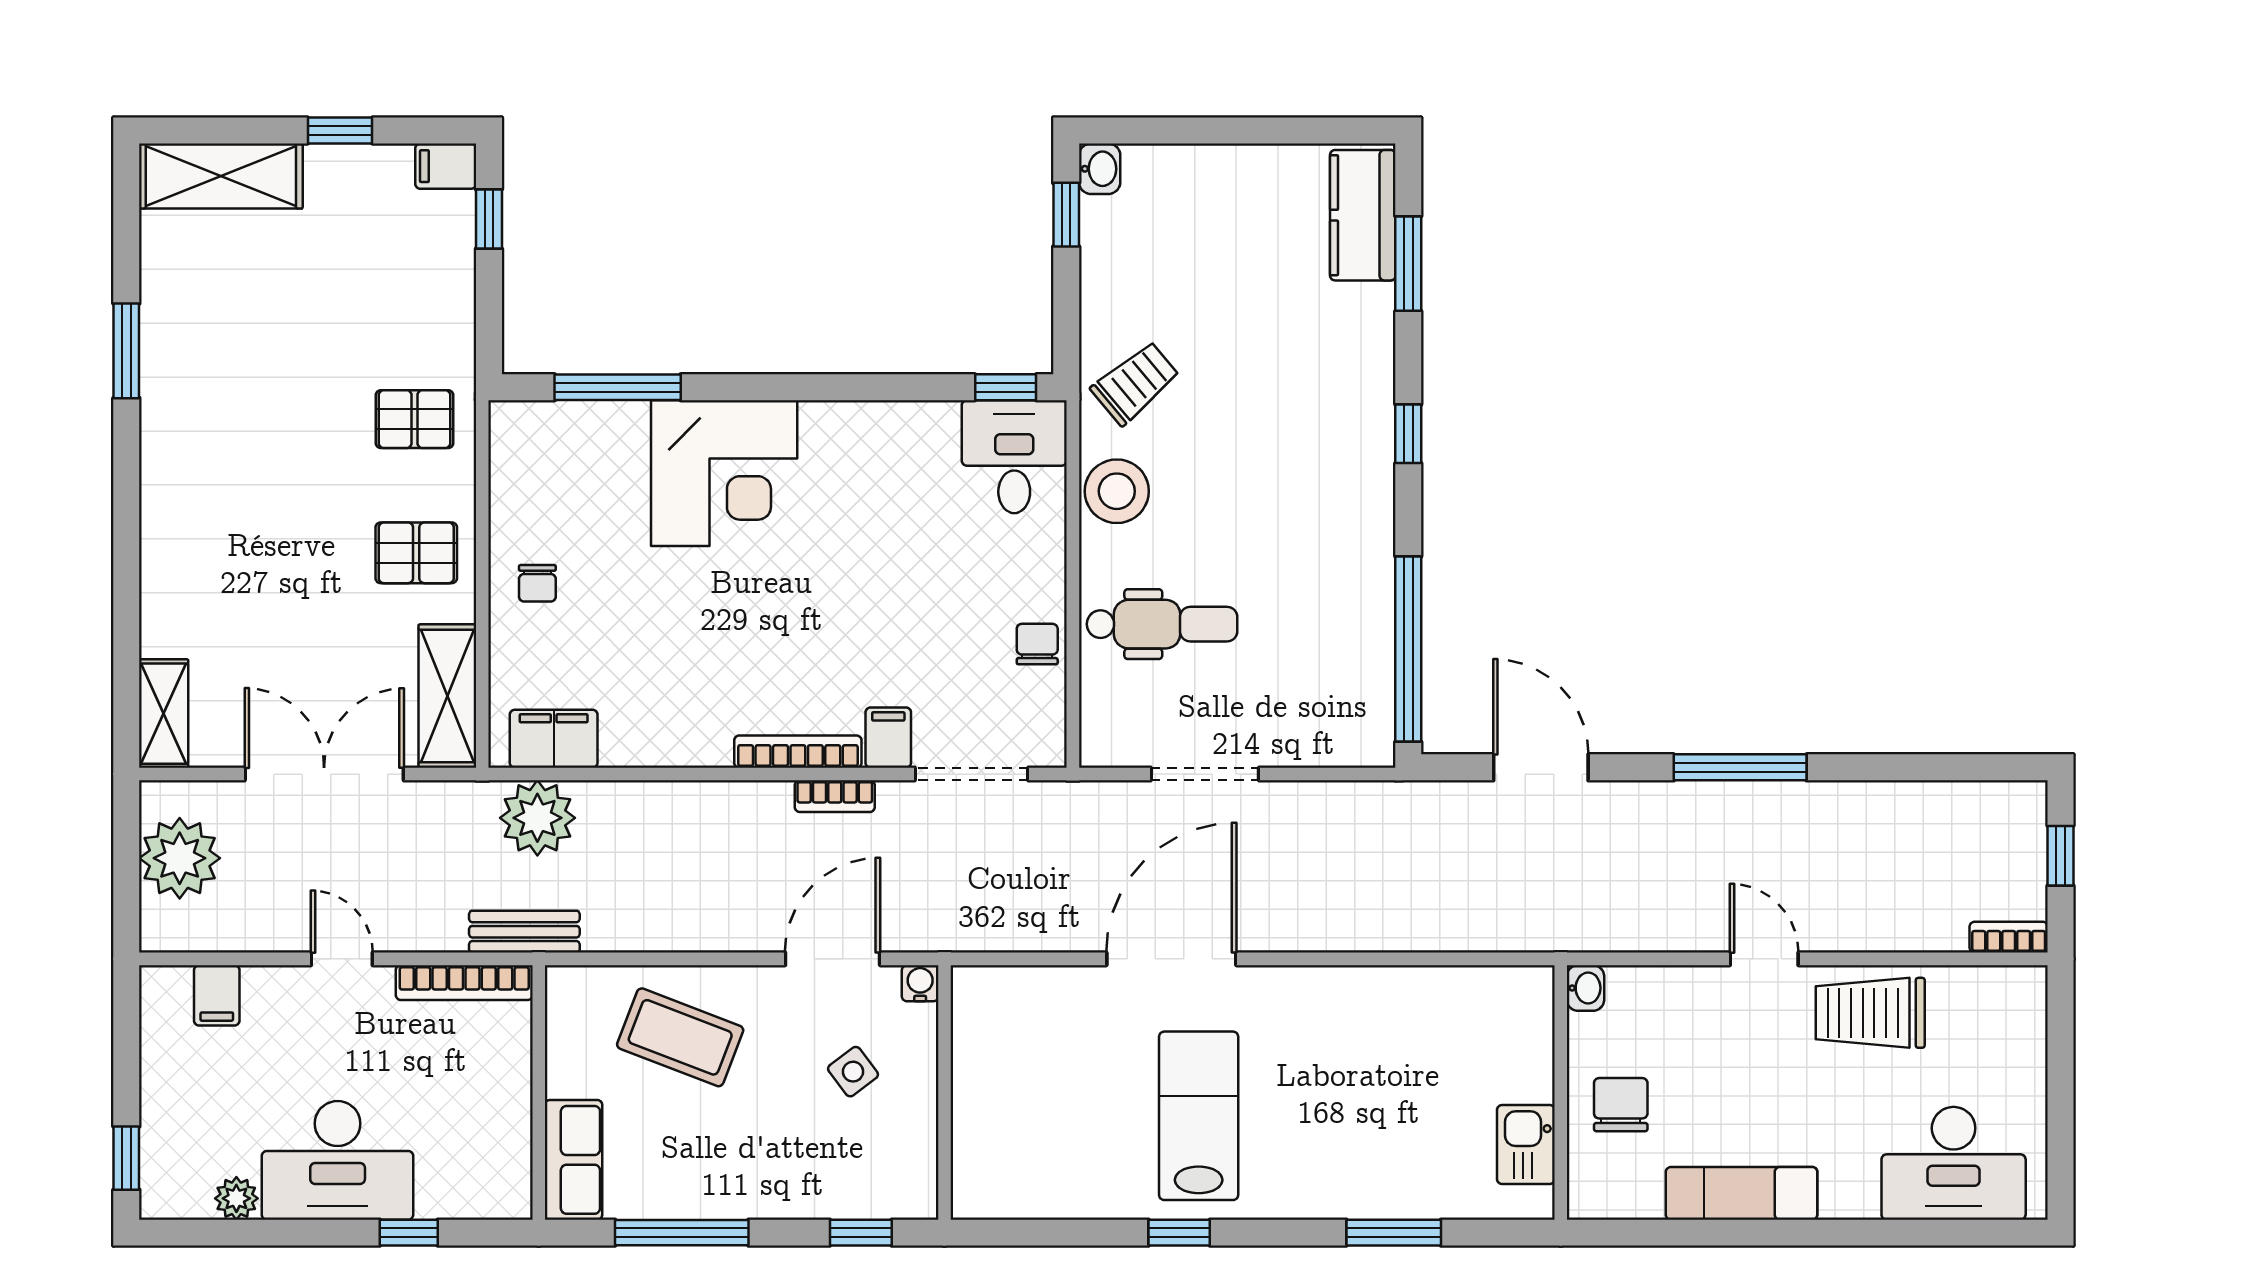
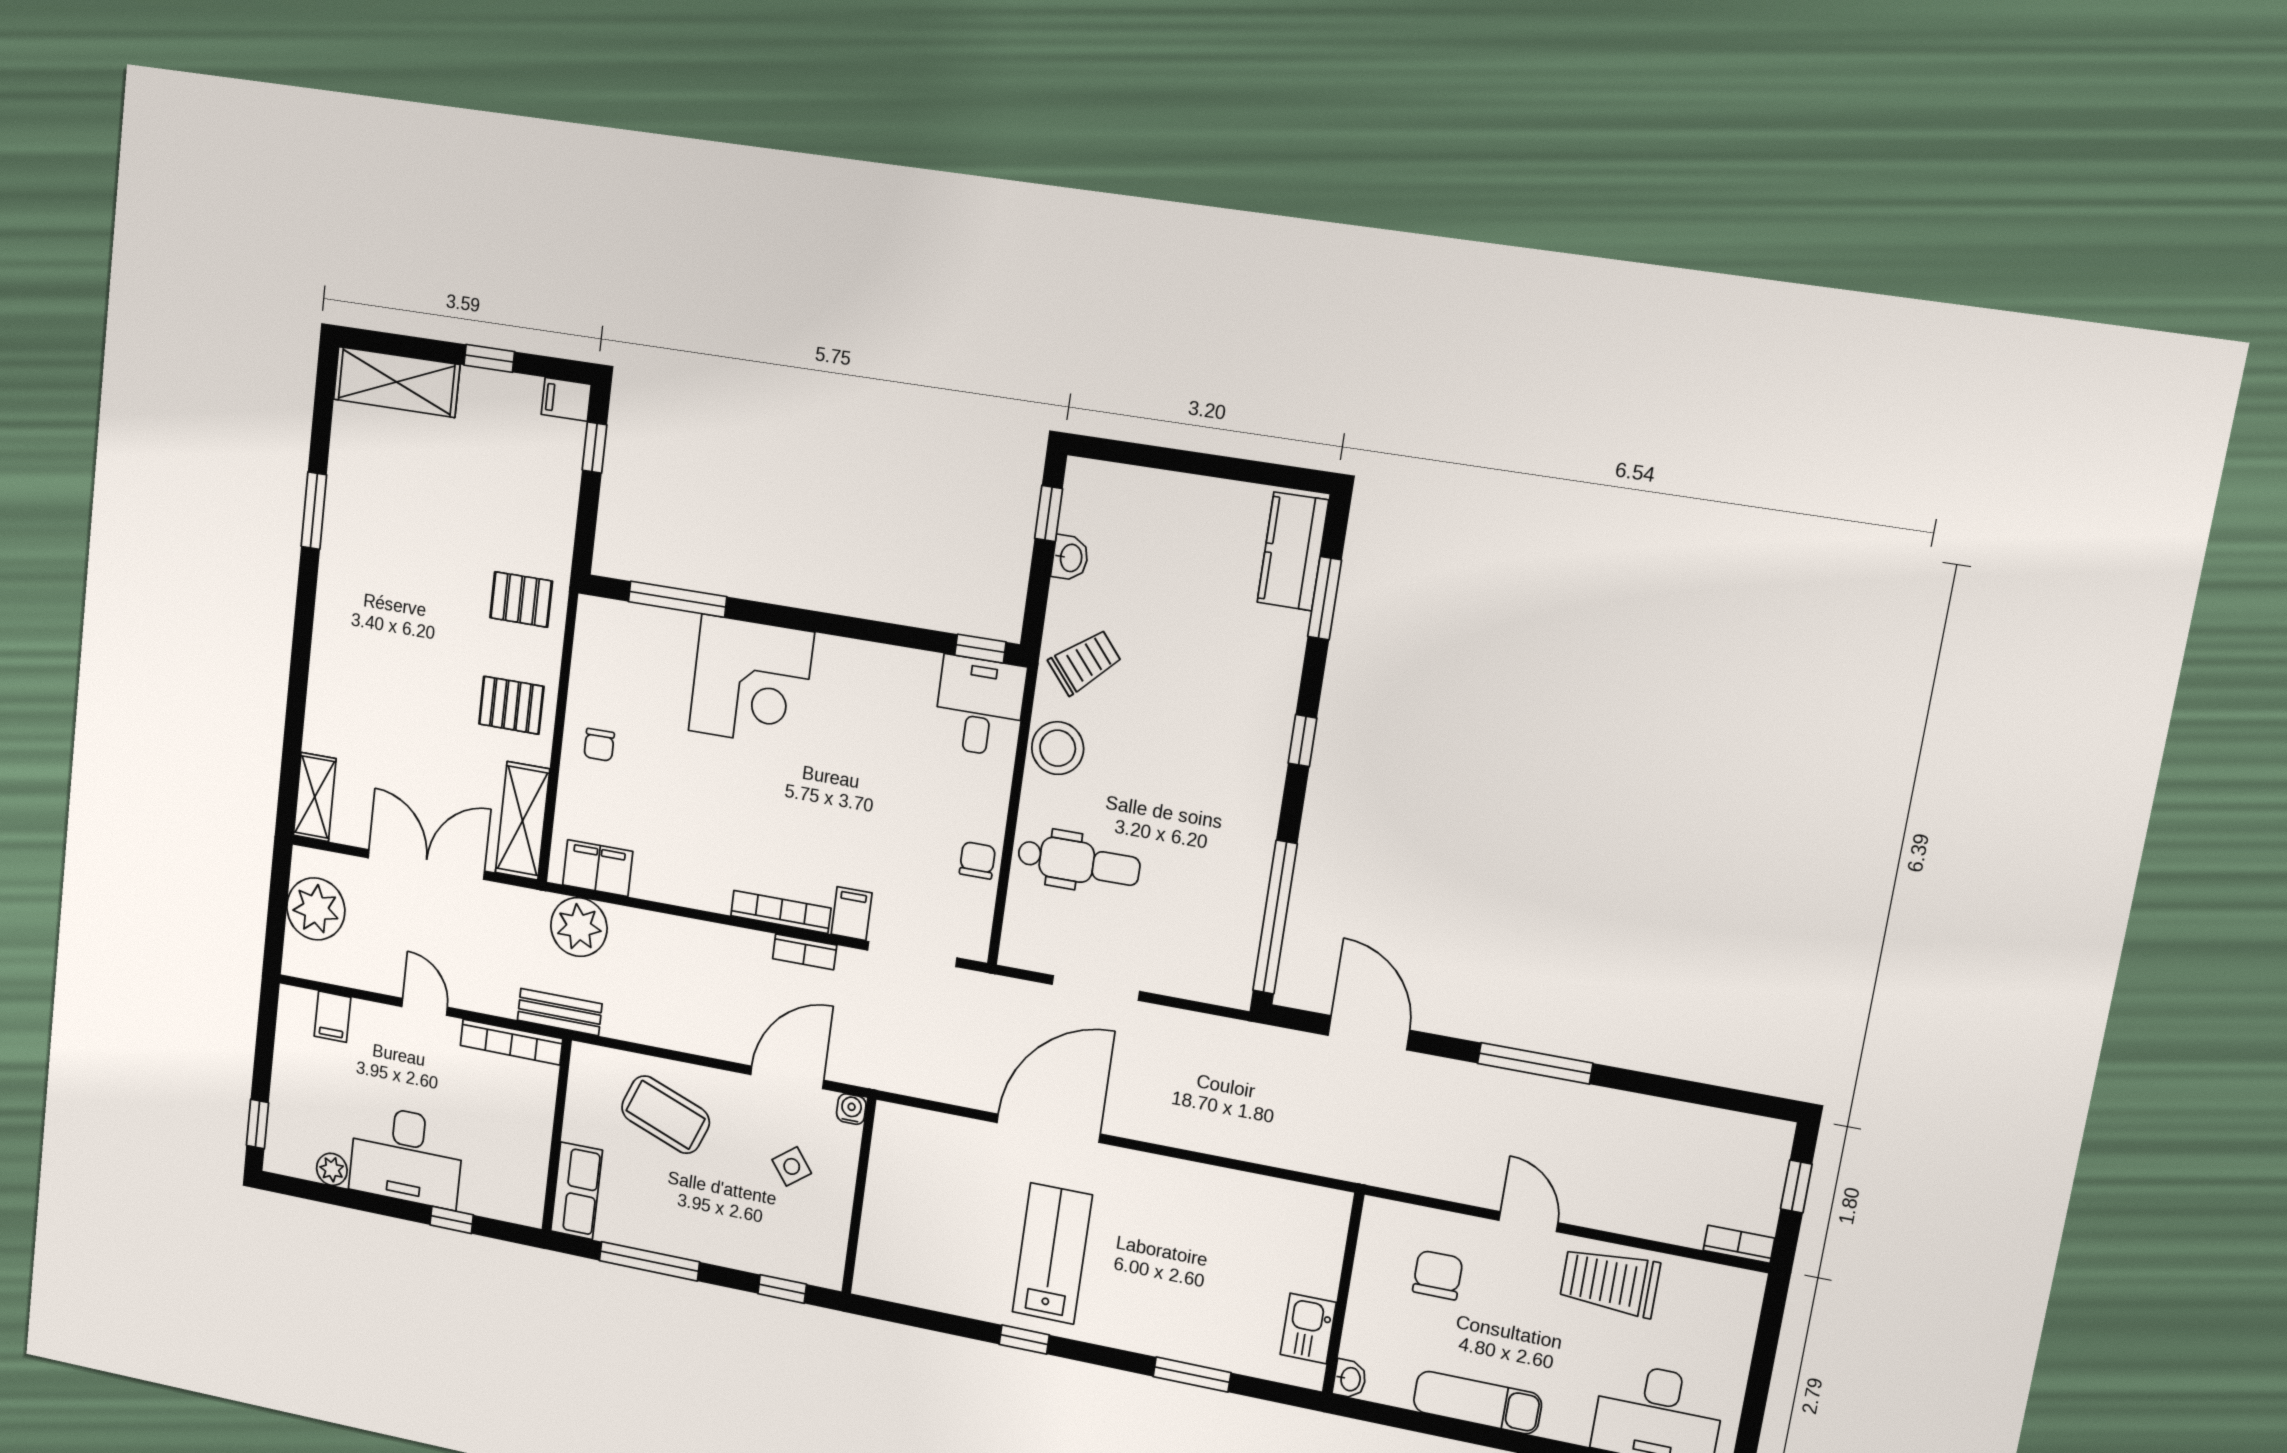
washbasin: (1100, 169) -> (1070, 558), moved
washbasin: (1585, 988) -> (1350, 1379), moved
chair: (1621, 1105) -> (1438, 1275), moved

